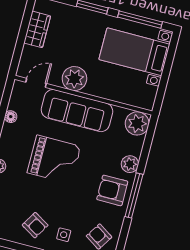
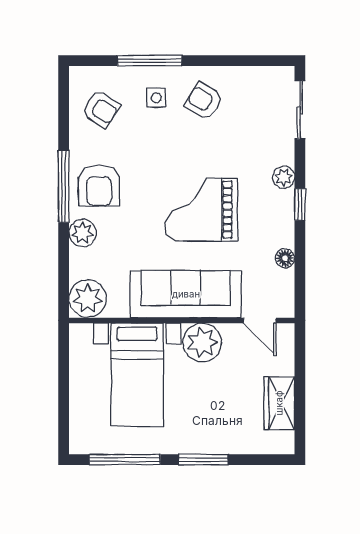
bed with nightstands: (134, 52) -> (137, 375), moved, turned 90
door: (36, 83) -> (260, 320), hinge flipped
armchair: (112, 190) -> (99, 185), turned 90

